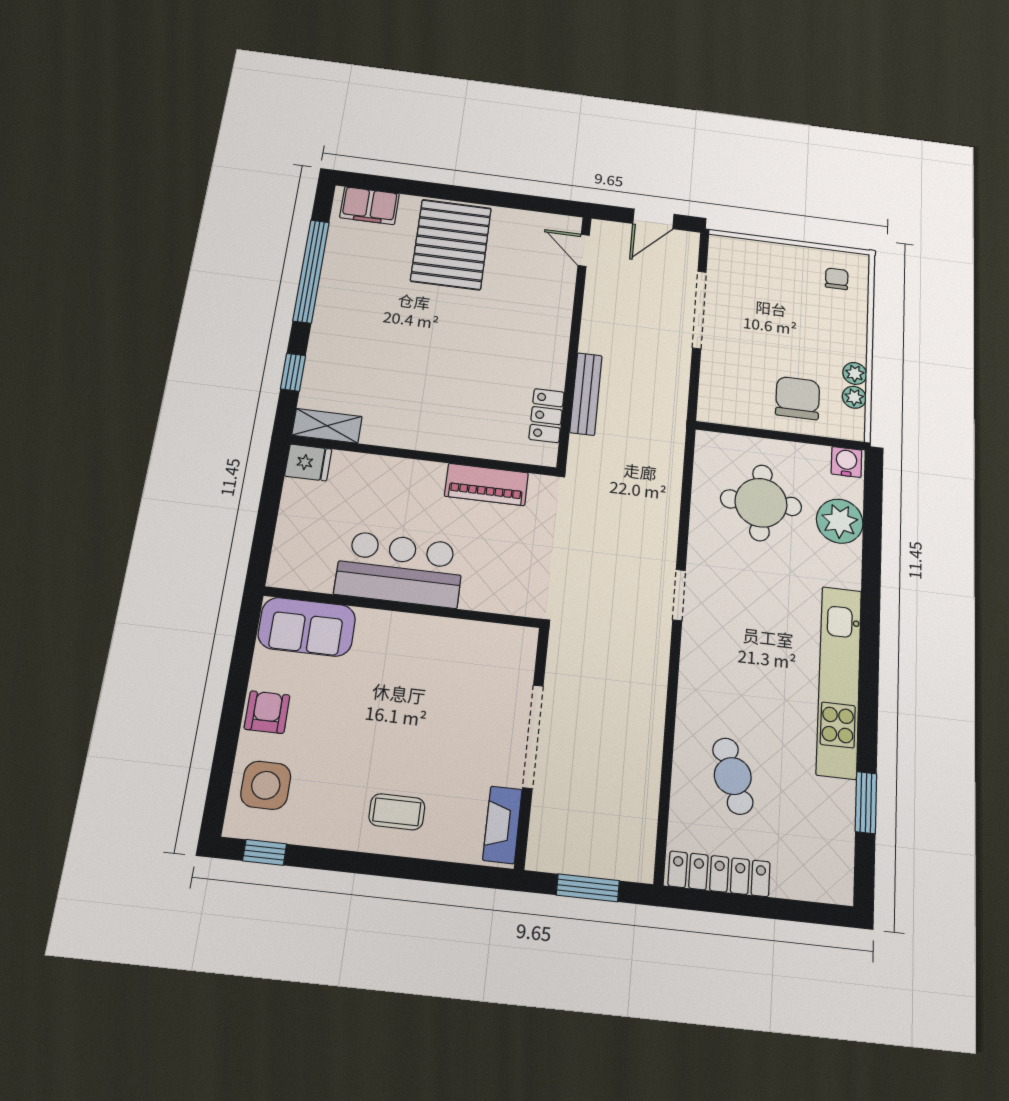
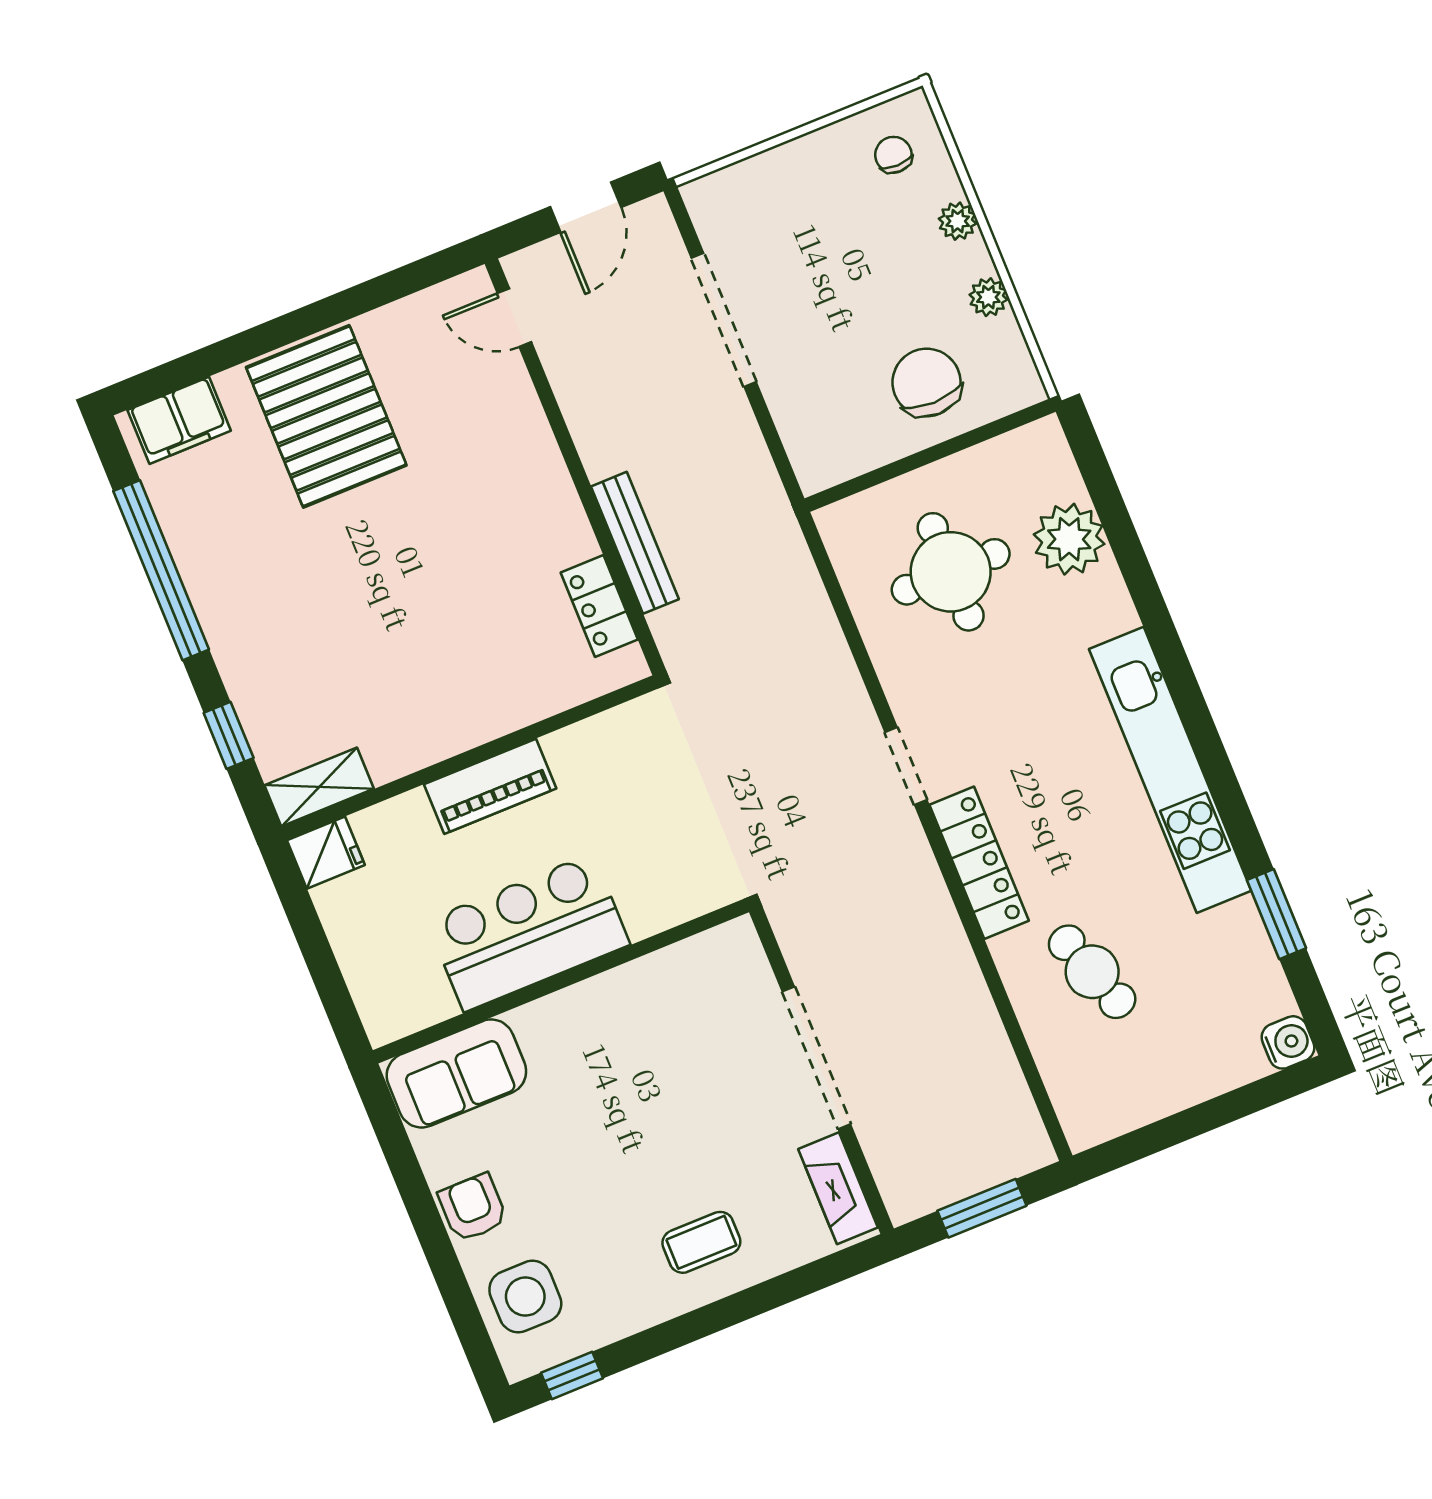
plant: (854, 397) -> (958, 221), moved
water cooler: (846, 462) -> (1288, 1042), moved, turned 90
piano: (486, 485) -> (490, 786), moved
locker: (719, 874) -> (979, 863), moved, turned 90

